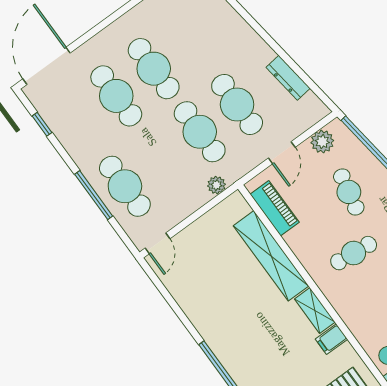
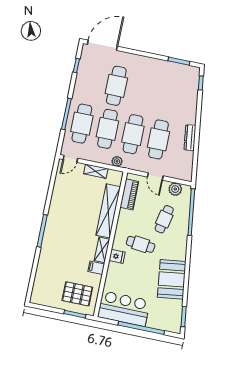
cafe table: (154, 69) -> (107, 129), moved
dresser: (288, 78) -> (190, 138), moved
door: (282, 153) -> (155, 176), hinge flipped
shelving: (204, 225) -> (96, 171), added
fridge: (341, 298) -> (117, 256), added

